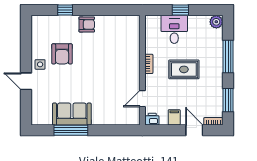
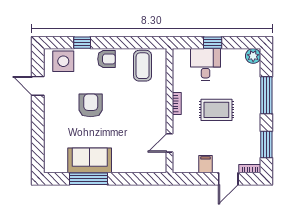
coffee table: (119, 30) -> (143, 66), added
armchair: (62, 54) -> (91, 105), moved, turned 180
side table: (40, 64) -> (63, 61), moved, width x1.87, depth x1.87
door: (26, 81) -> (38, 86), moved
printer: (152, 119) -> (181, 166), removed
door: (194, 130) -> (228, 179), swing flipped

